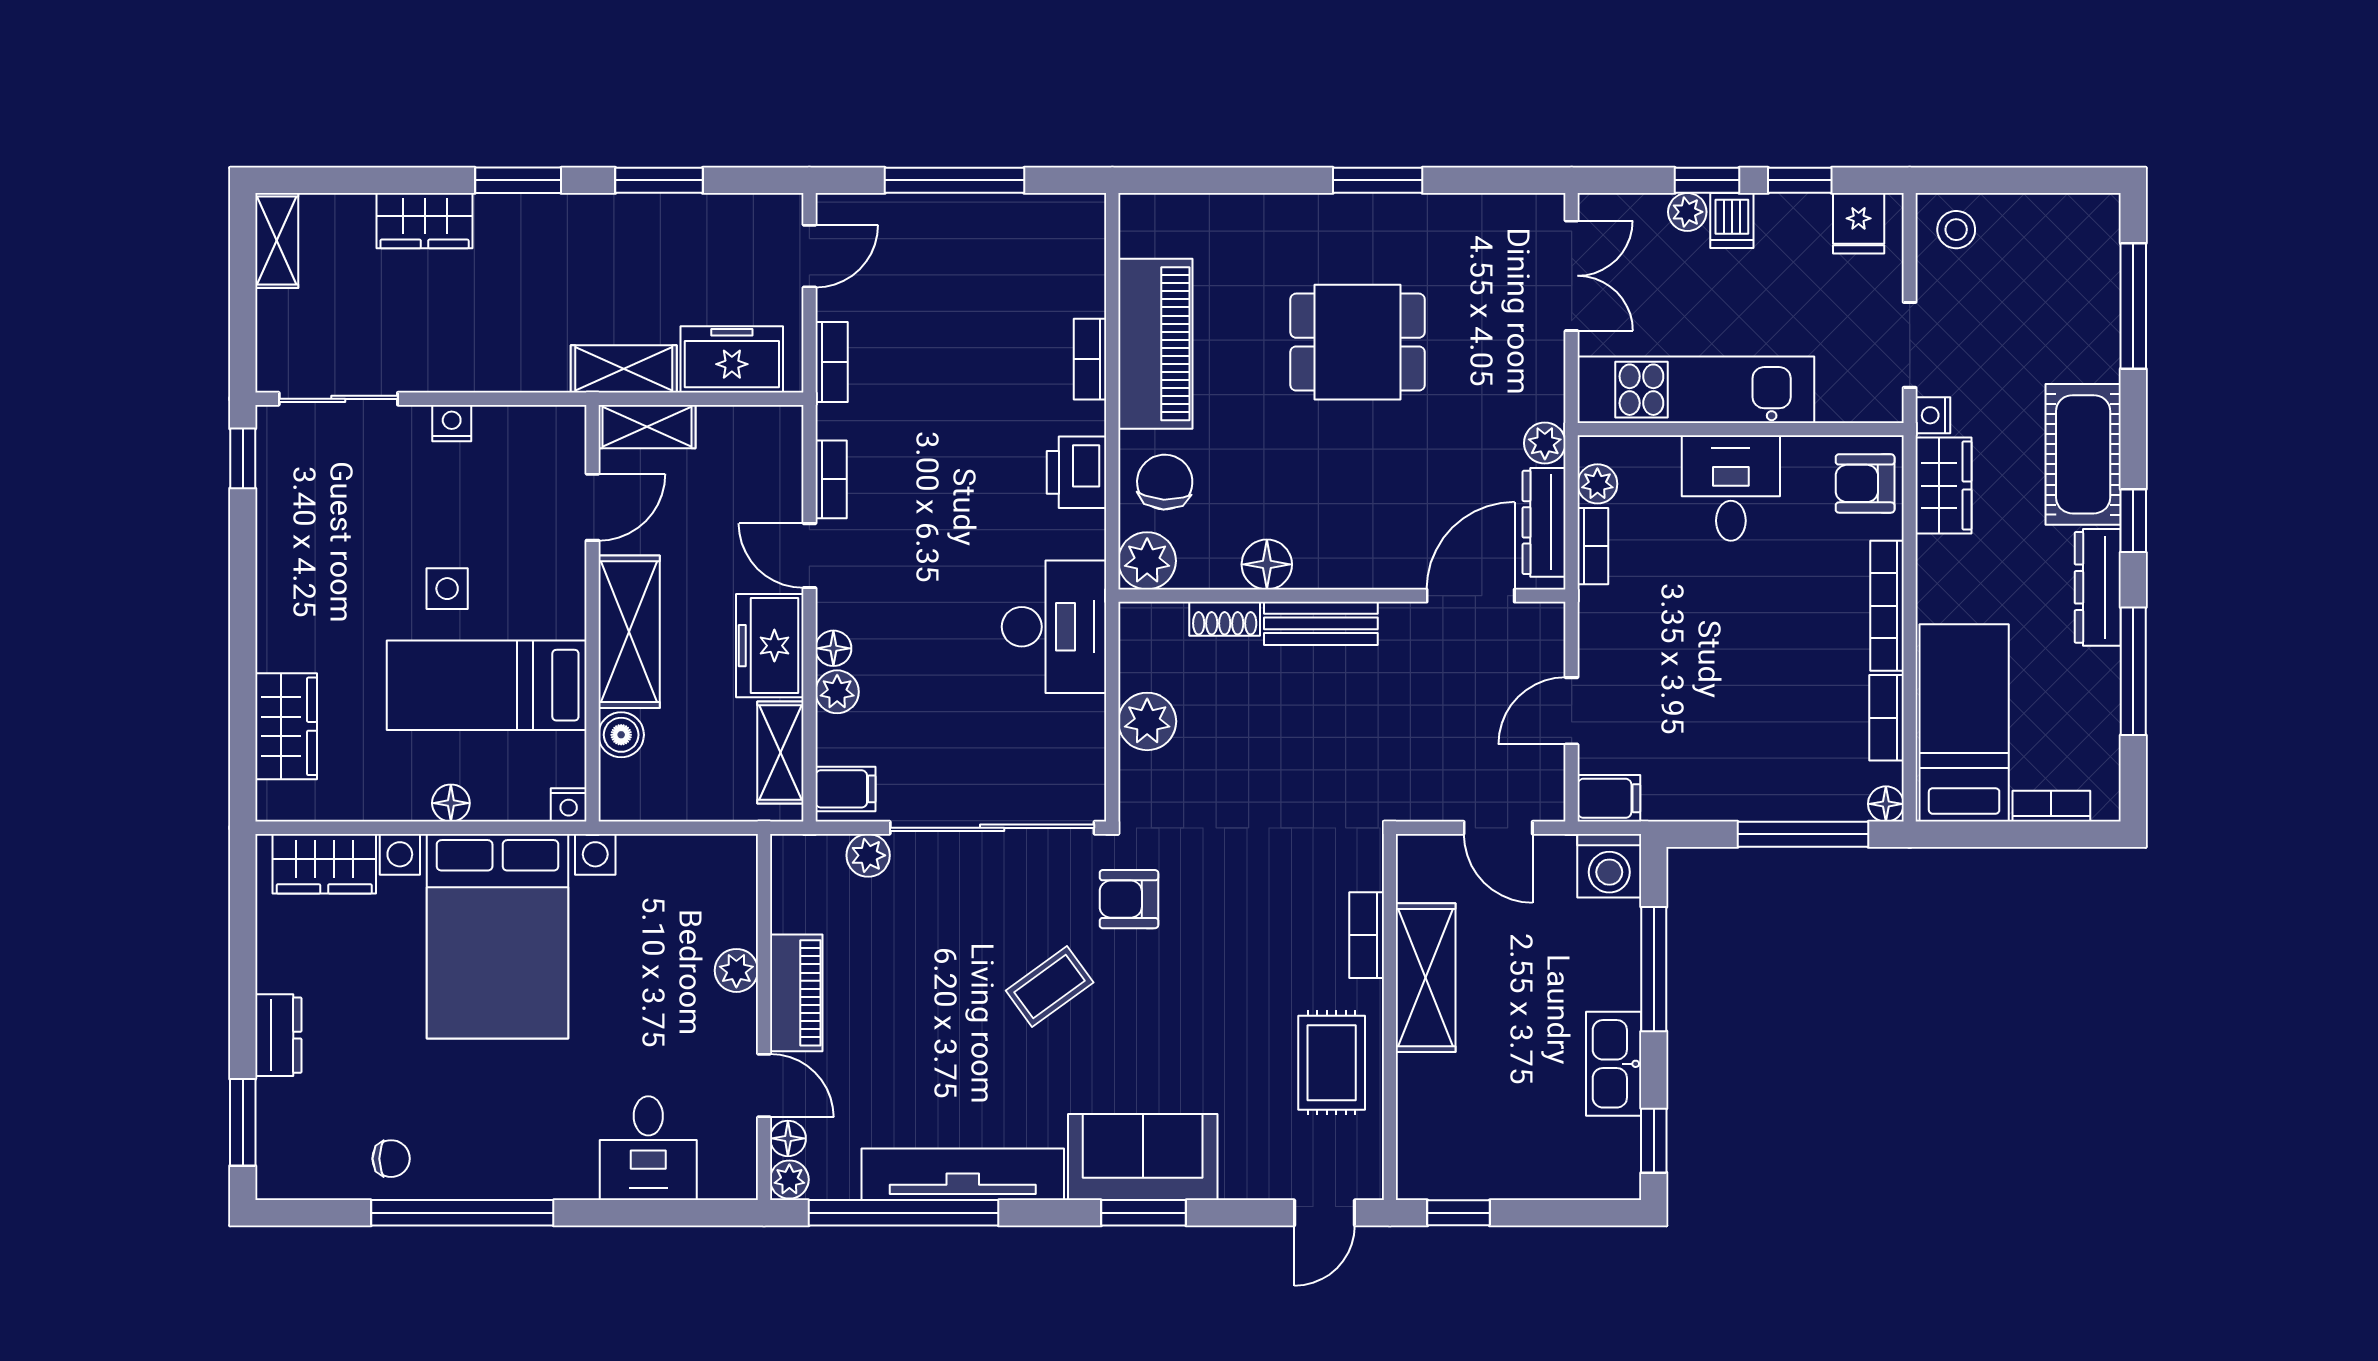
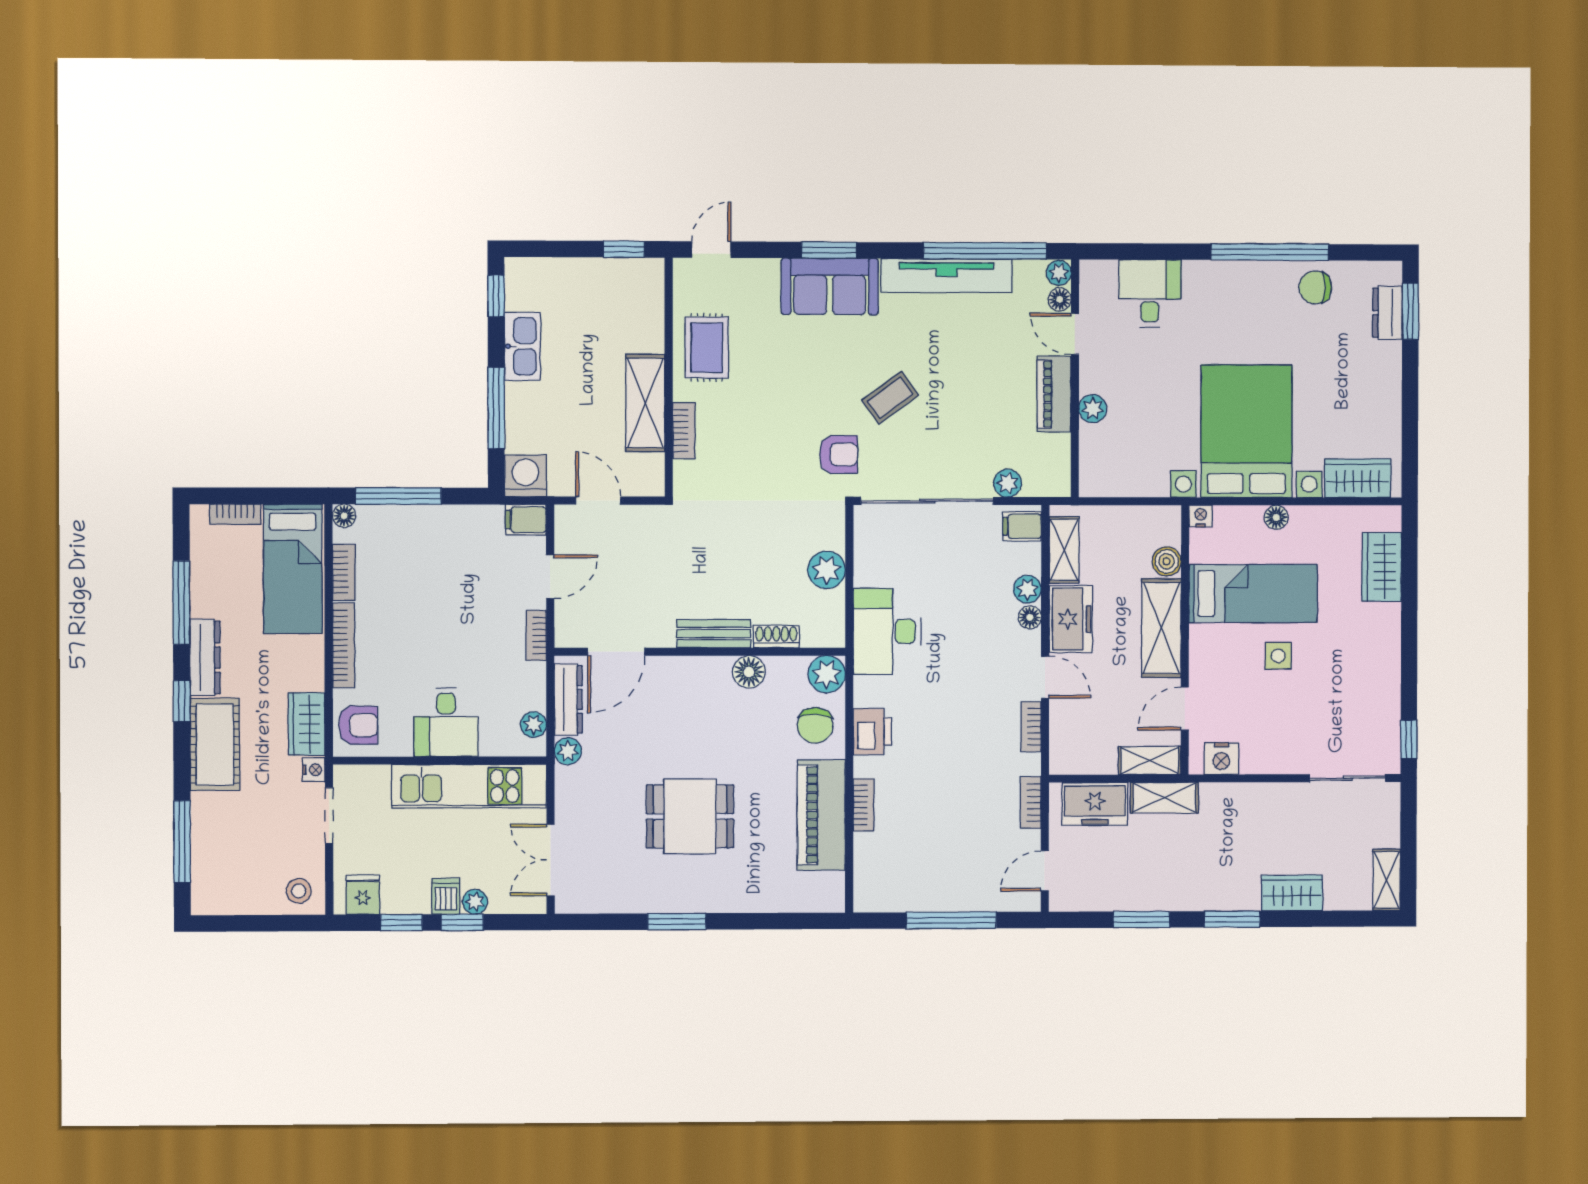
nightstand: (452, 423) -> (1221, 758), moved, width x1.39, depth x1.35
bookcase: (1593, 546) -> (536, 635), moved
dresser: (278, 1035) -> (1388, 313), moved
chair: (391, 1159) -> (1315, 287), width x1.37, depth x1.37

